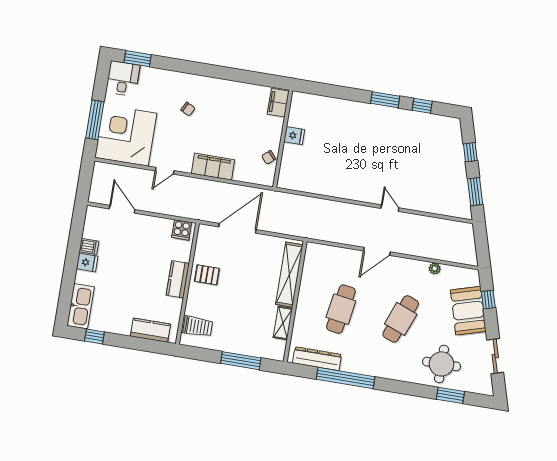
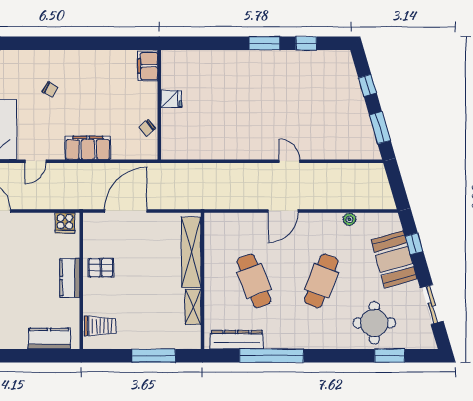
cafe table: (341, 309) -> (254, 281), turned -30

